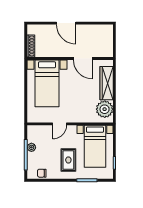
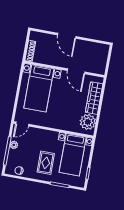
door: (60, 124) -> (22, 124), moved

